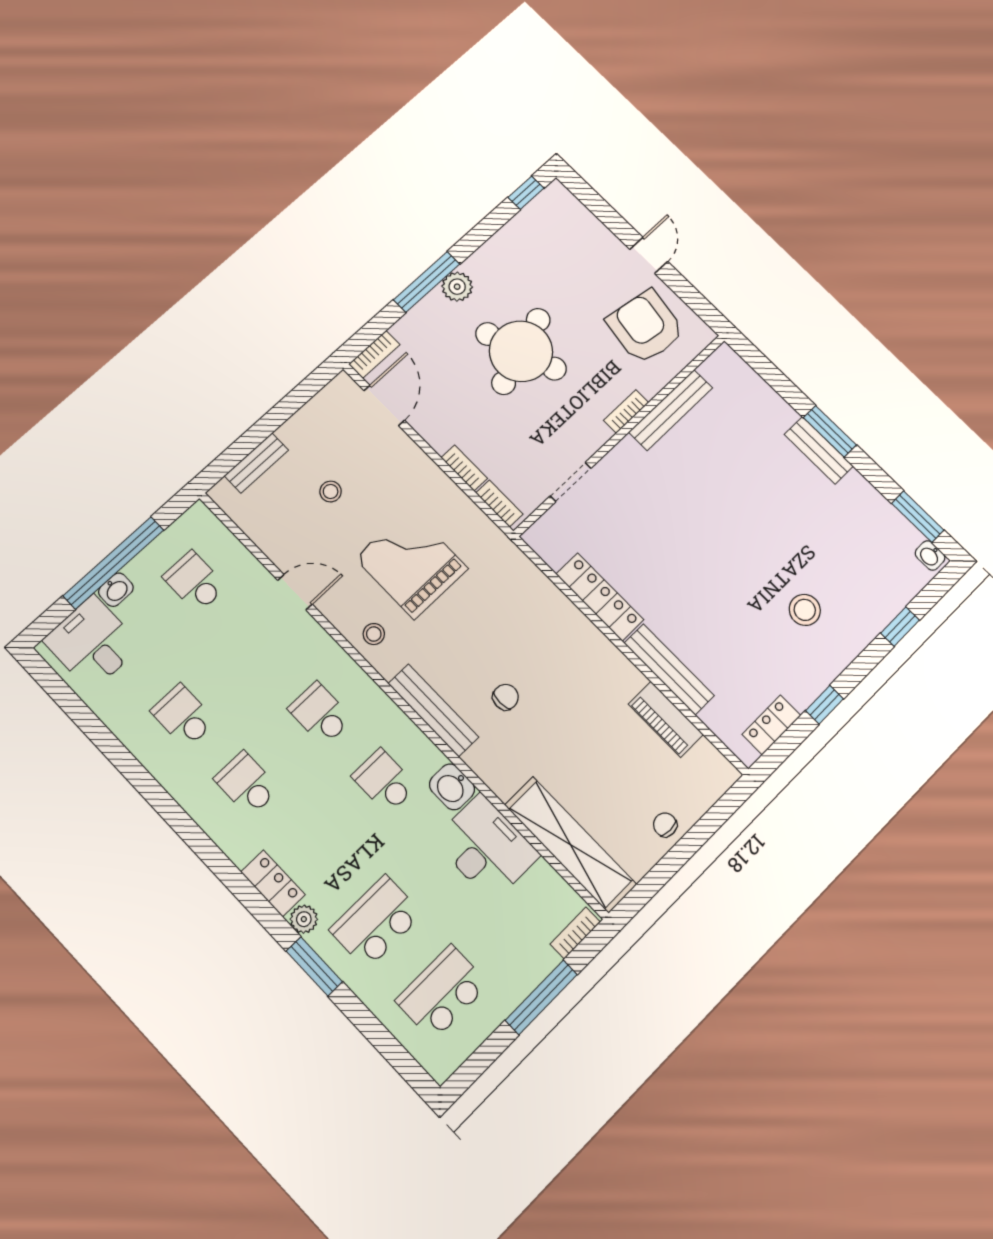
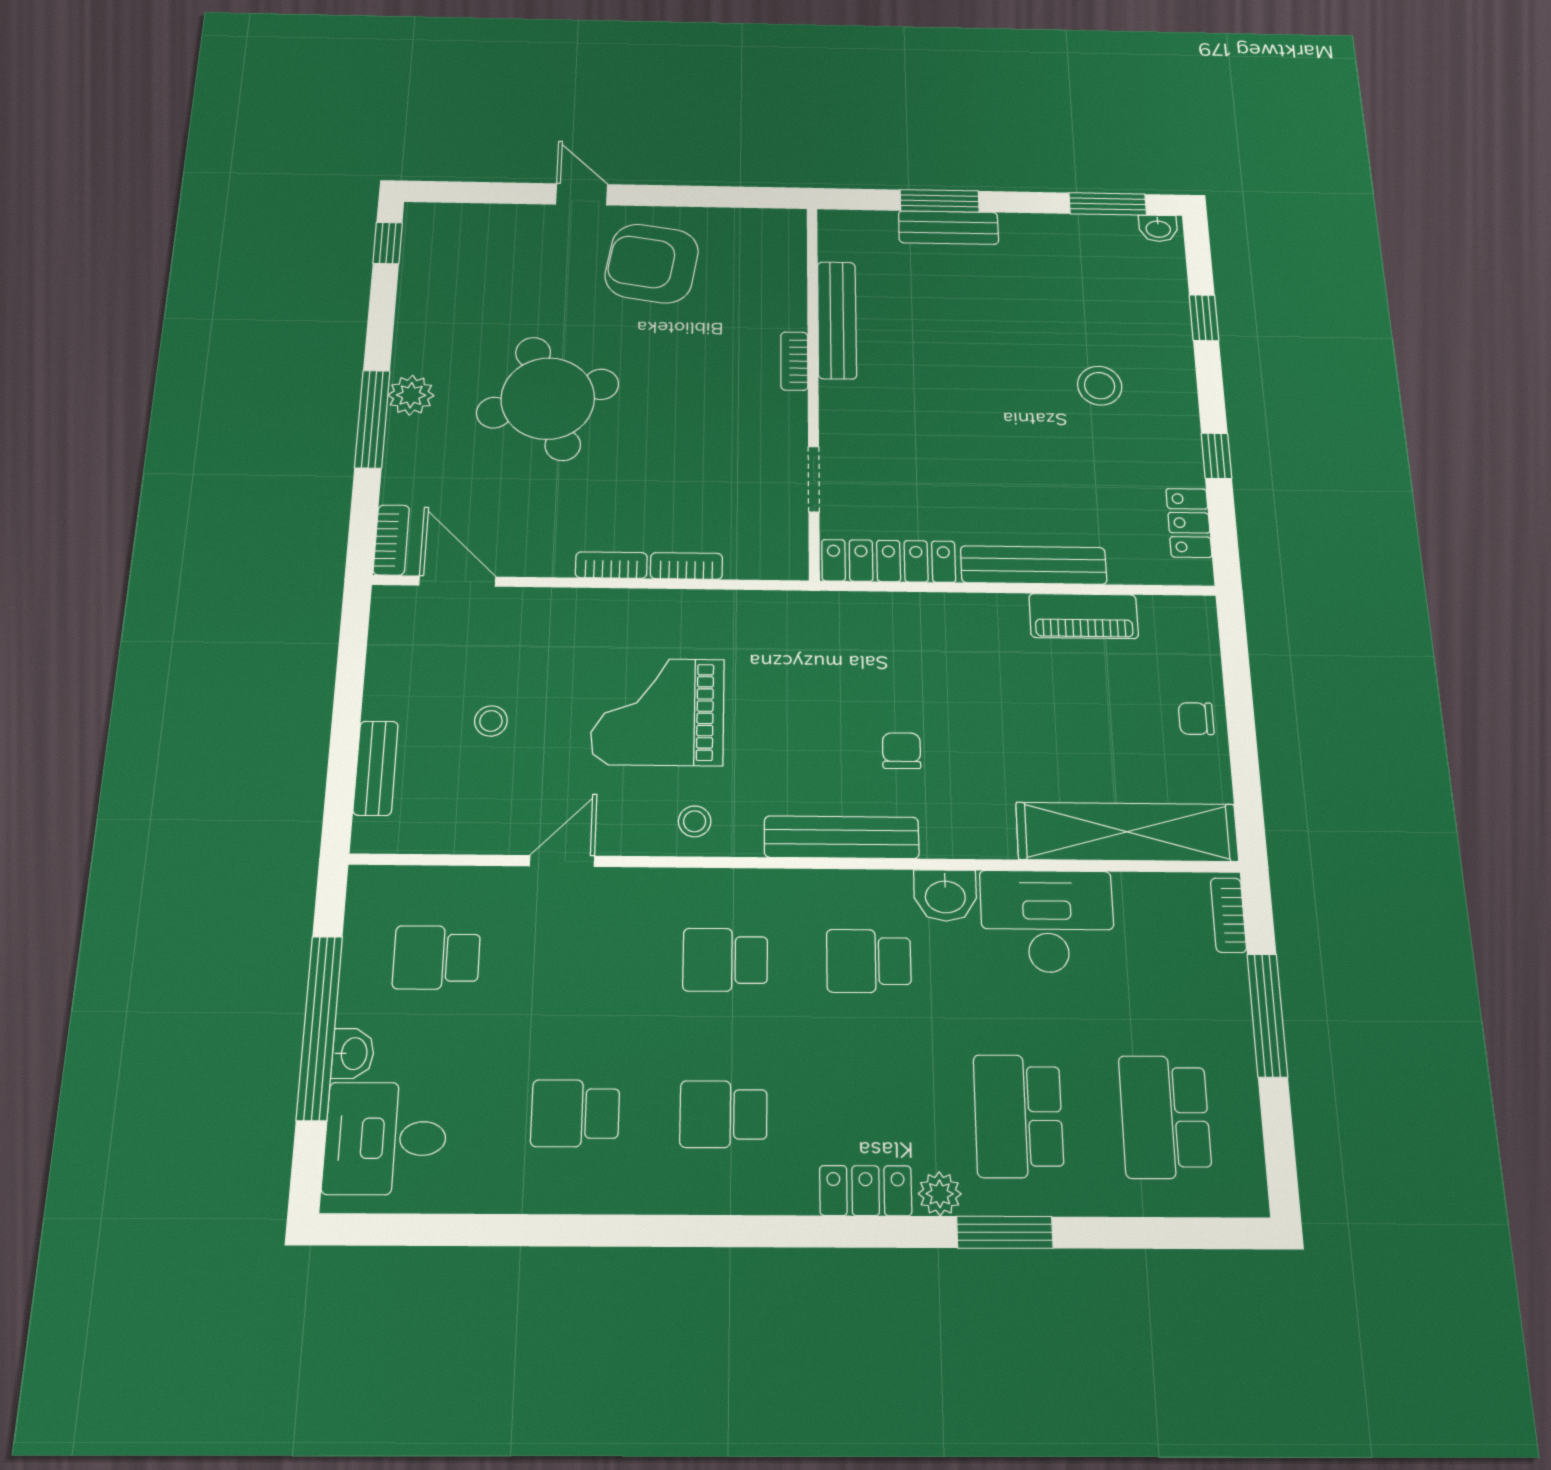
bench: (671, 410) -> (837, 320), moved
bookcase: (626, 411) -> (794, 361), moved
wall: (621, 434) -> (813, 388), moved
doorway: (571, 482) -> (814, 479), moved

